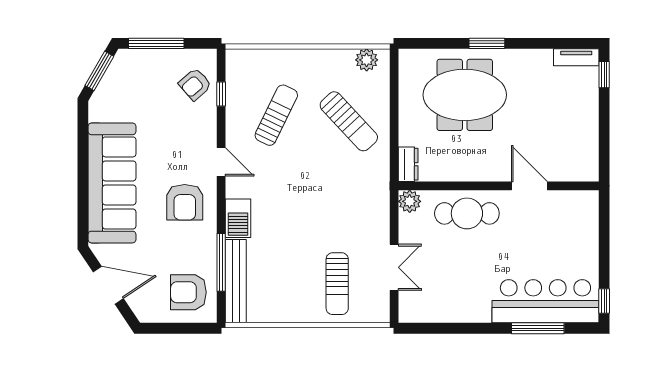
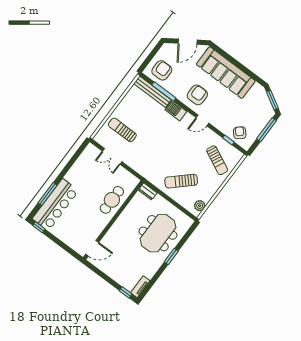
sun lounger: (276, 115) -> (217, 160), moved
door: (529, 186) -> (92, 248), moved
plant: (410, 201) -> (133, 181), removed
armchair: (185, 202) -> (197, 95), turned 90

